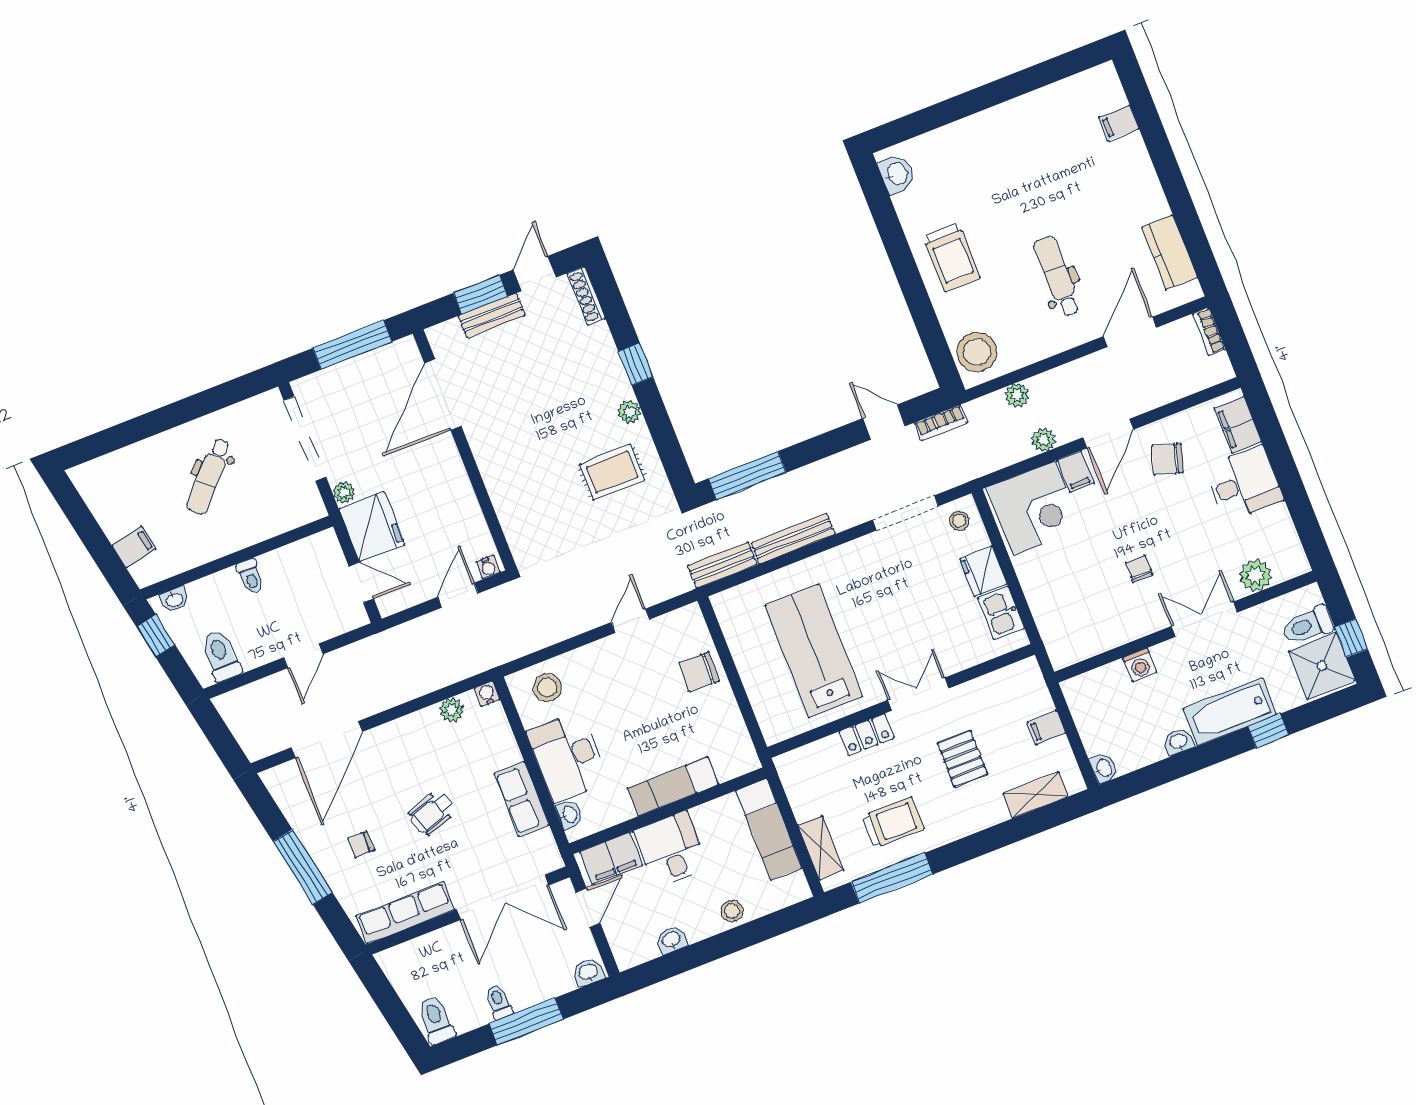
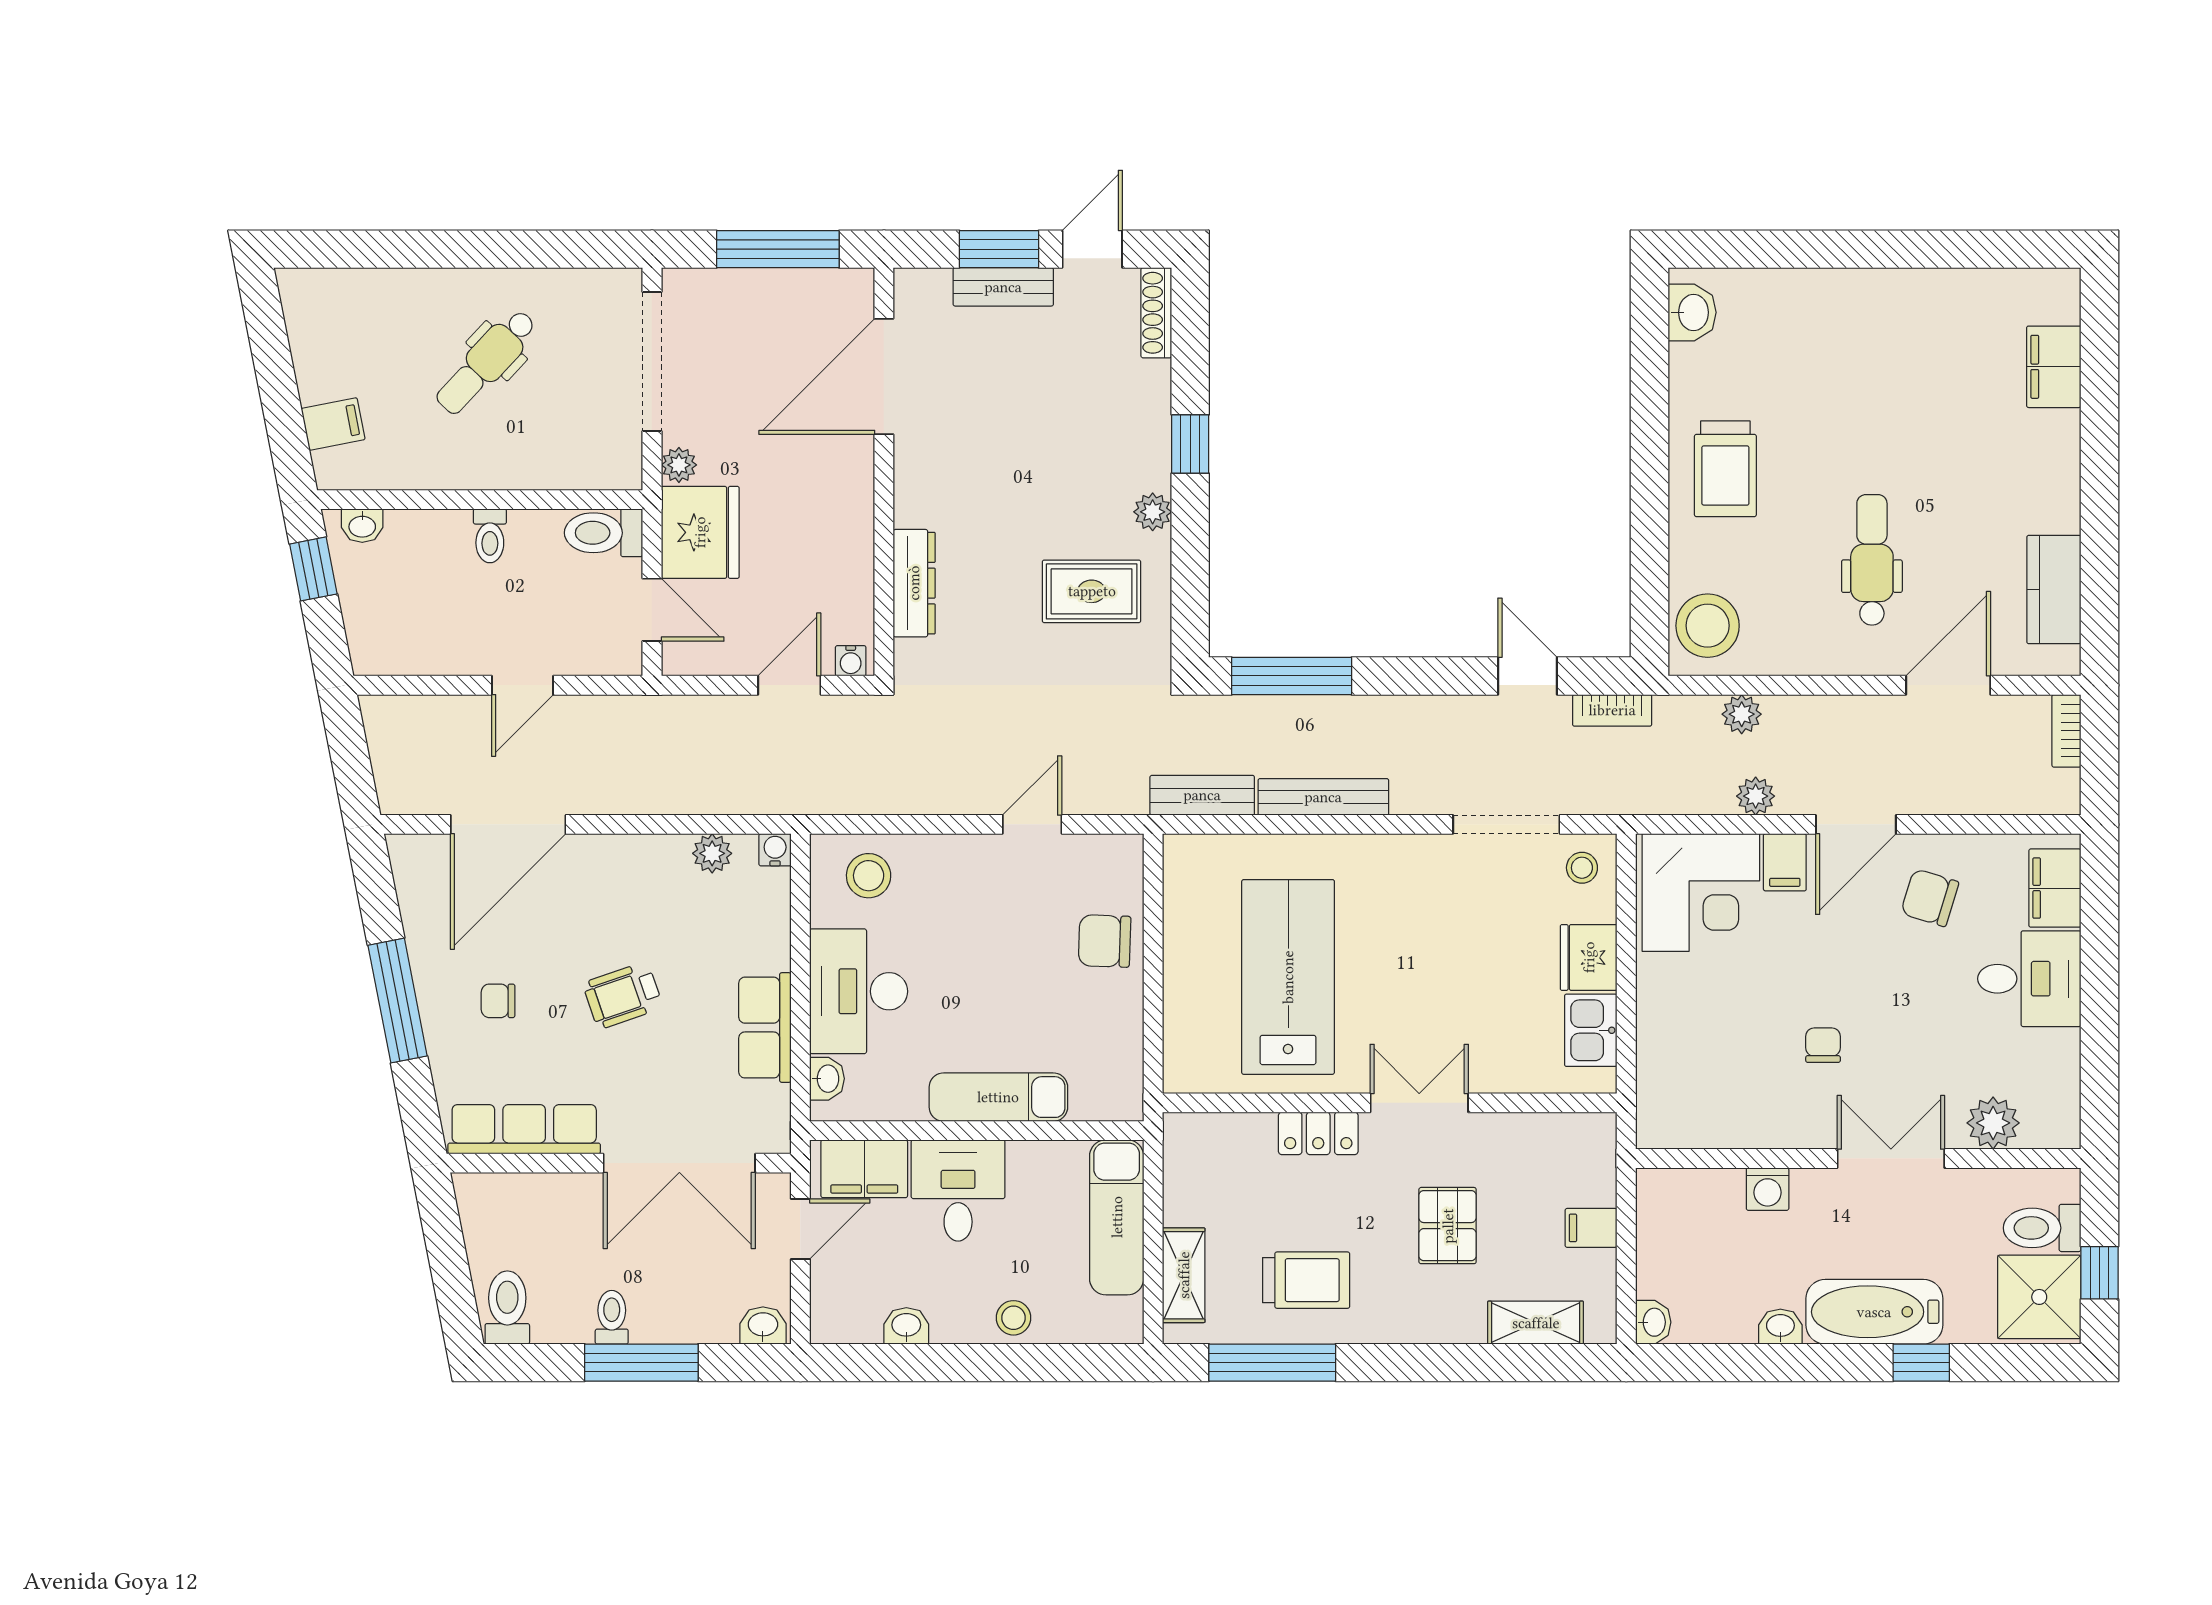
filing cabinet: (1119, 123) -> (2054, 367), width x2.00
dresser: (507, 508) -> (914, 583), added
toilet: (221, 656) -> (604, 533), moved, turned -90

